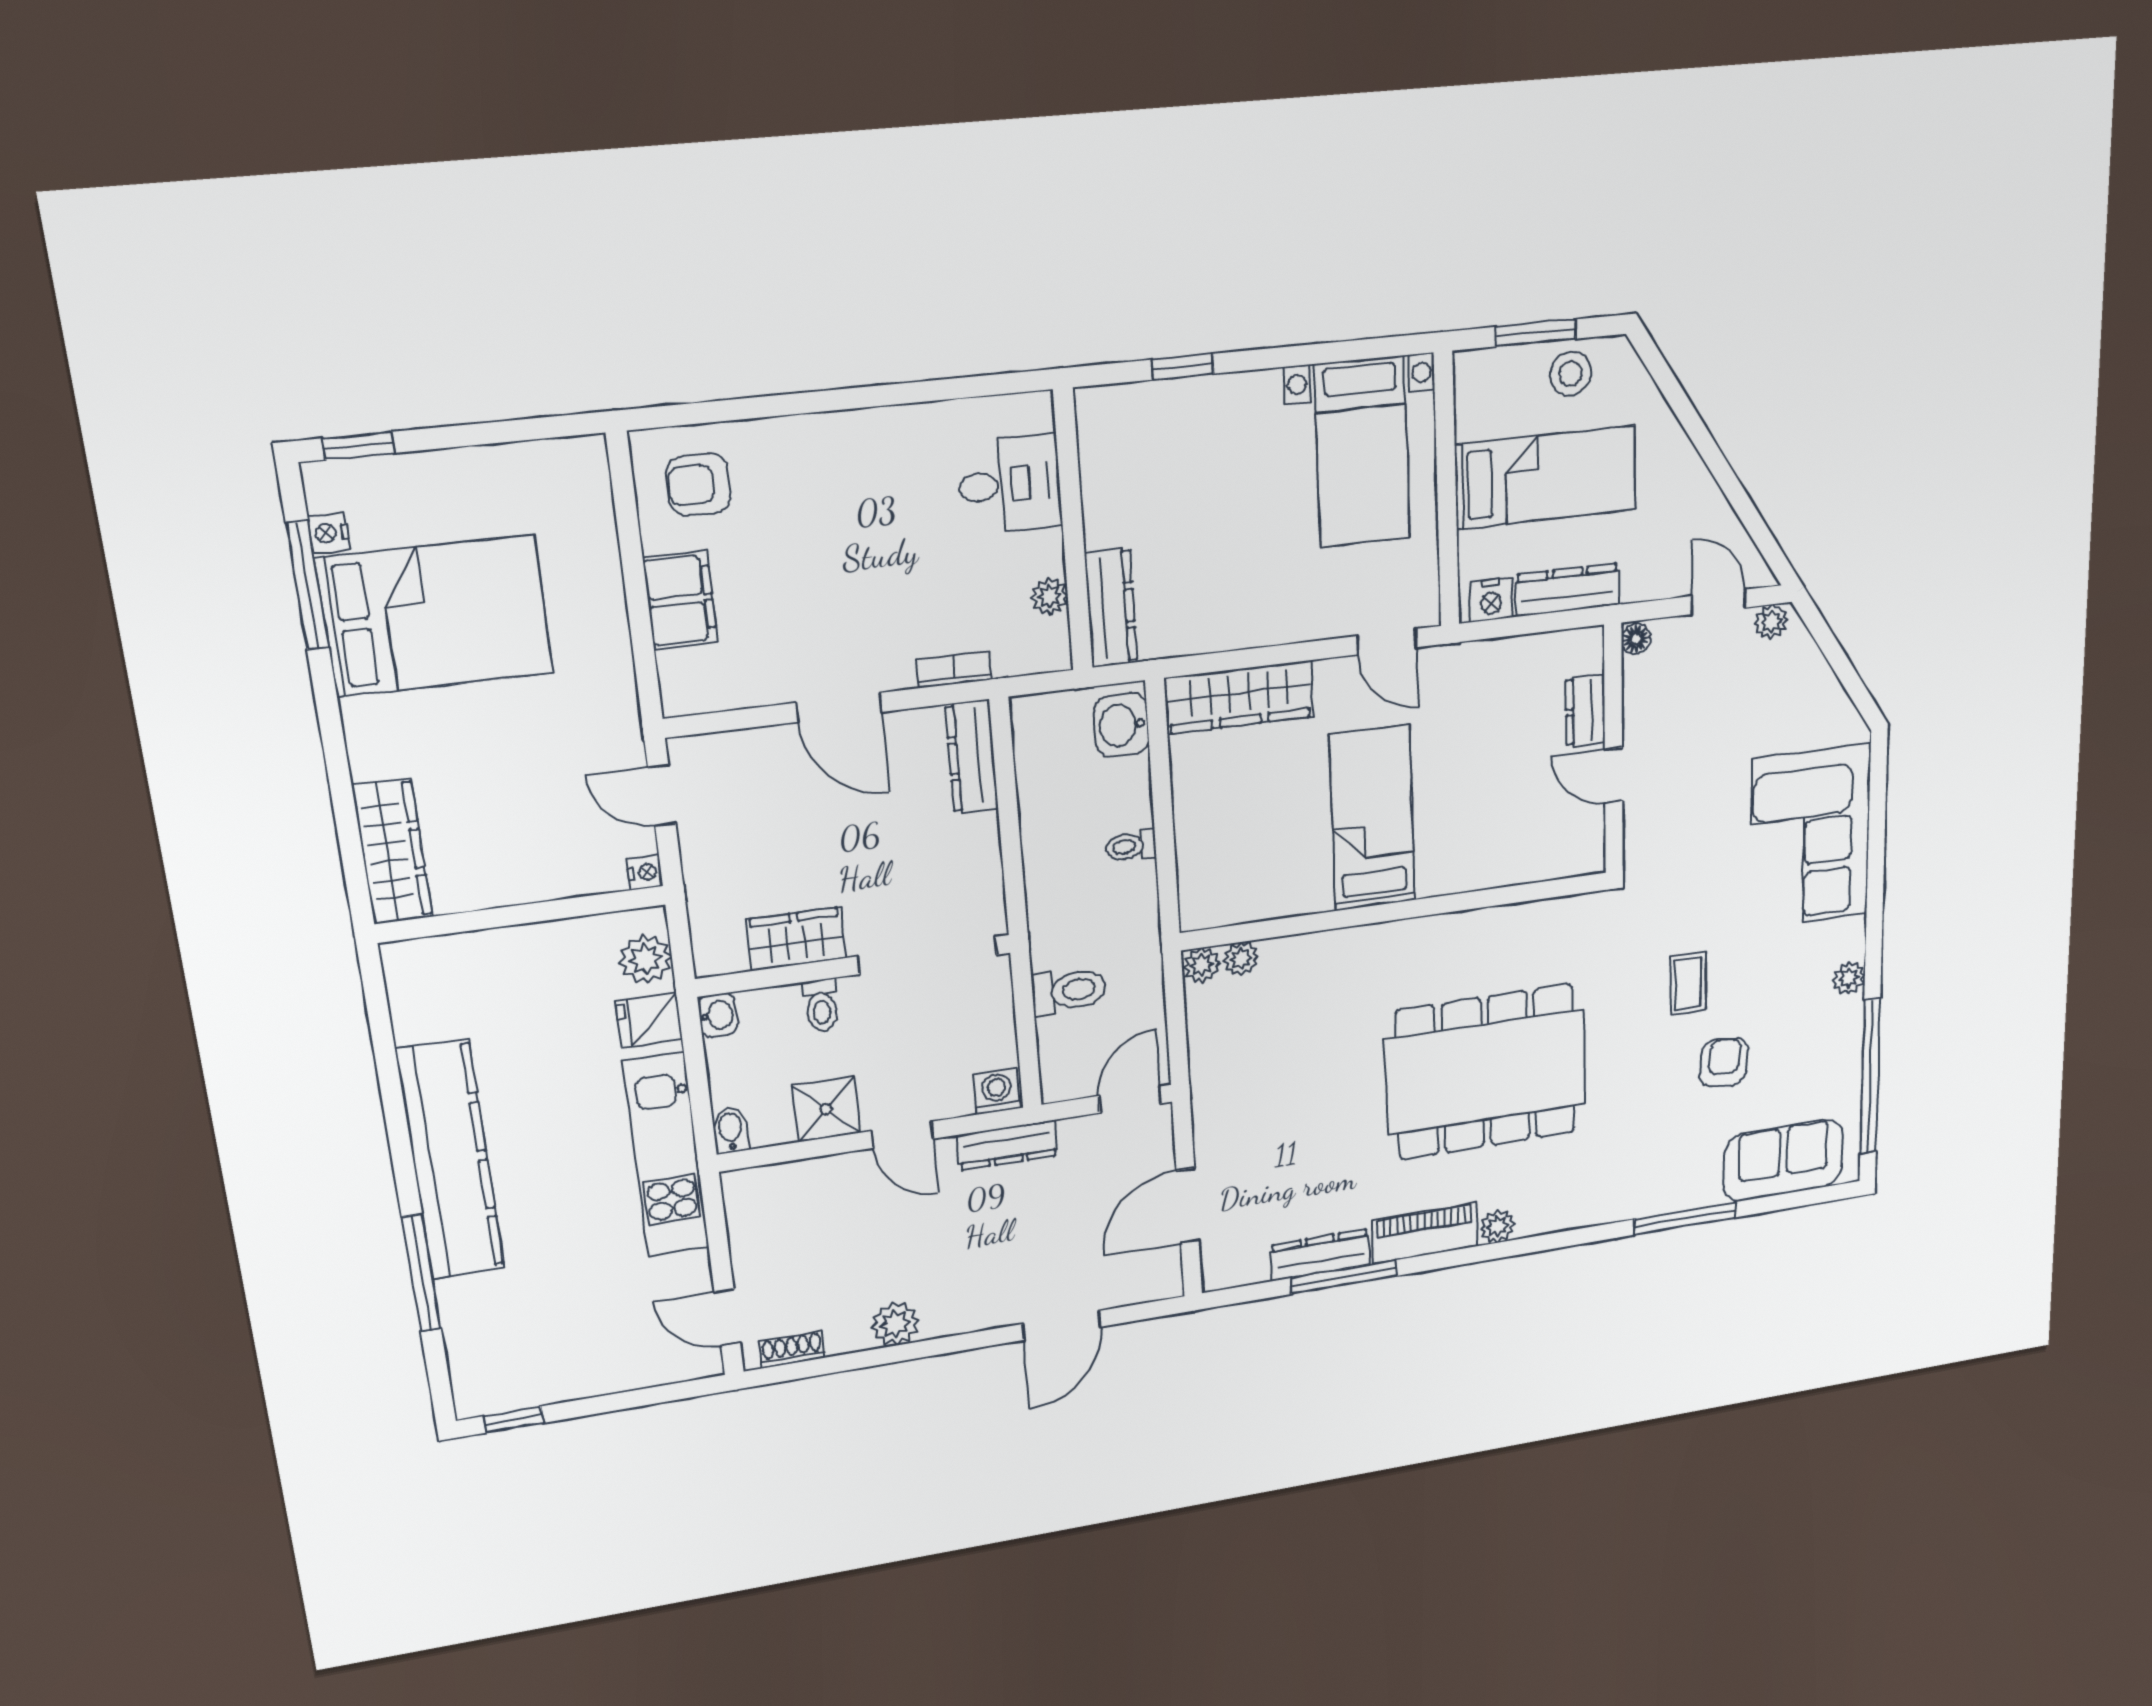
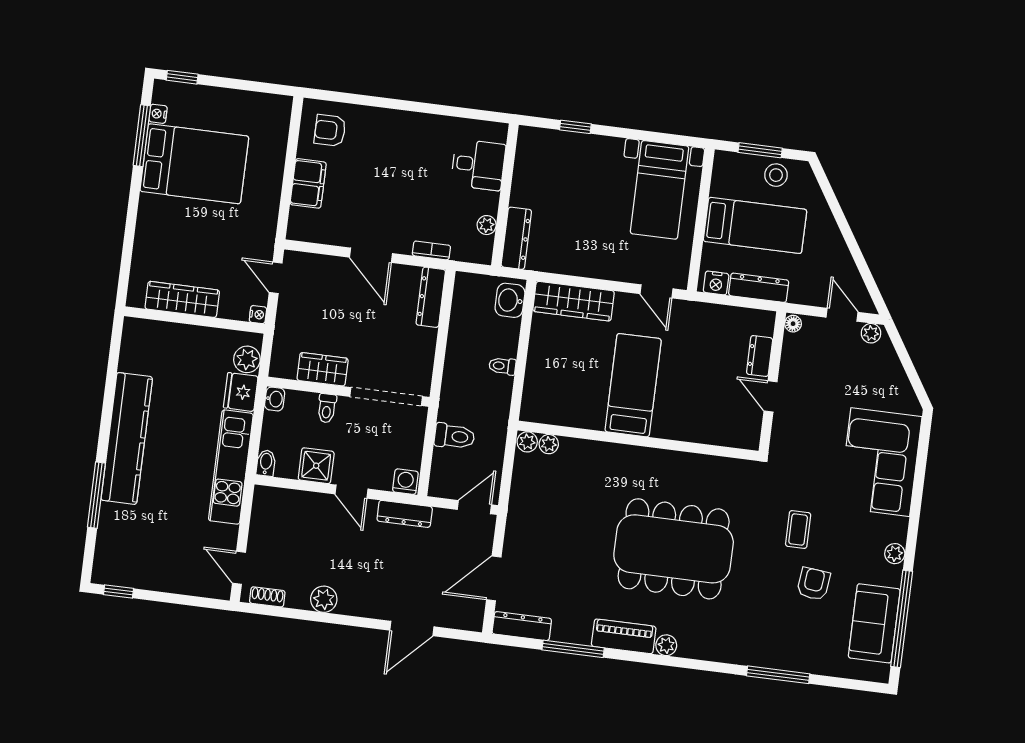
wardrobe: (392, 851) -> (182, 299), moved, turned -90
fridge: (649, 1020) -> (241, 392), width x1.38
sofa: (1783, 1160) -> (874, 623), moved, turned -90
dresser: (1320, 1255) -> (522, 626), moved

